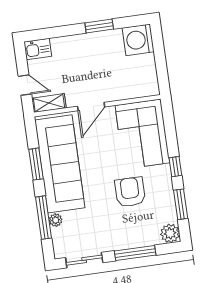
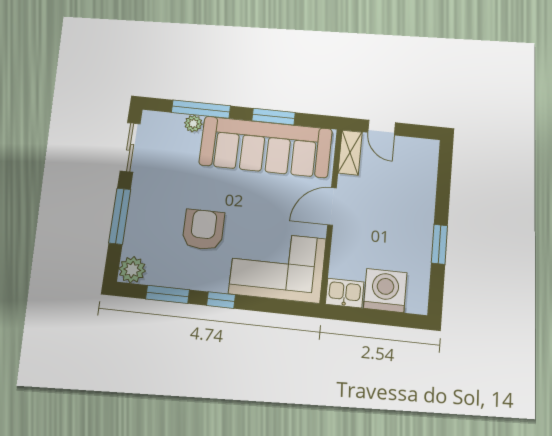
washing machine: (138, 40) -> (385, 290), moved
kitchen sink: (38, 49) -> (345, 293), moved, turned 90
door: (25, 85) -> (381, 128), hinge flipped
door: (91, 107) -> (332, 206), hinge flipped
armchair: (130, 192) -> (203, 230), turned -90

